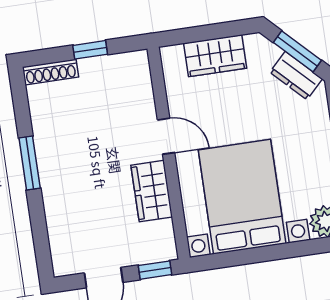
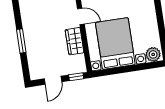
window: (30, 163) -> (21, 41), moved

